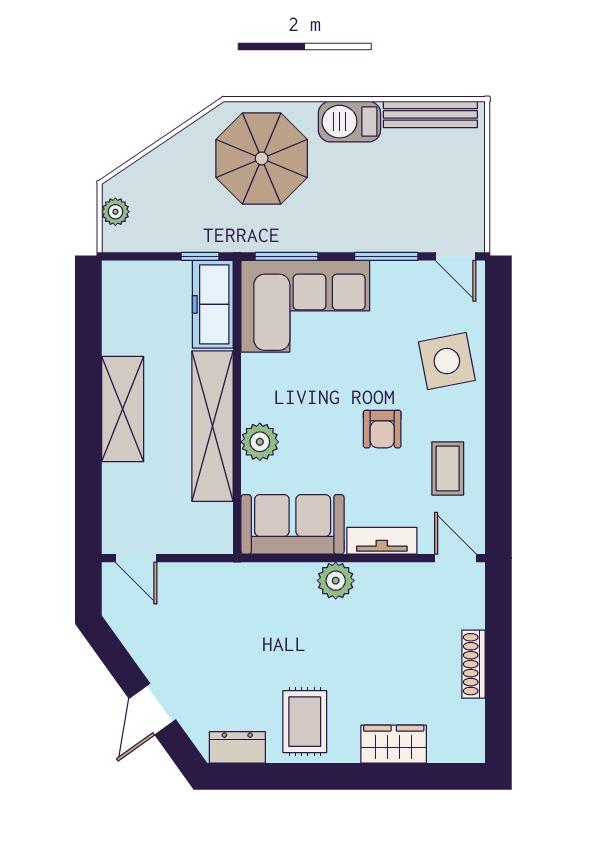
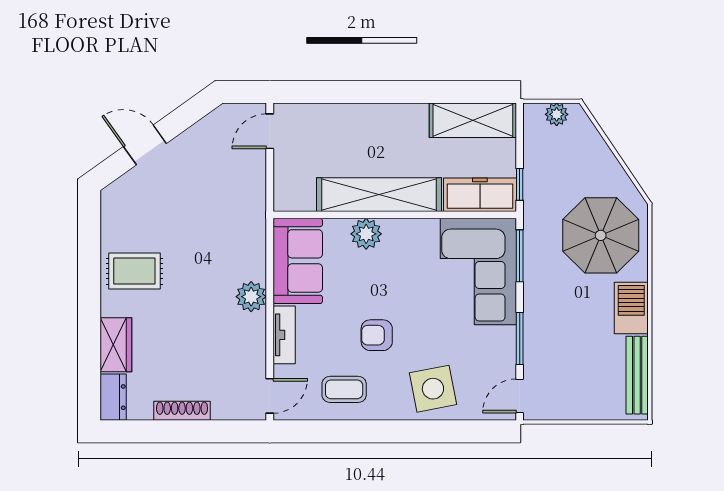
shelving: (123, 409) -> (473, 120), moved
dresser: (237, 747) -> (113, 397), moved

